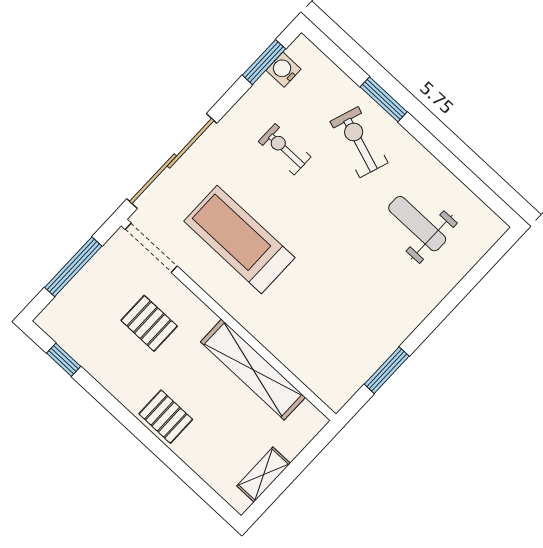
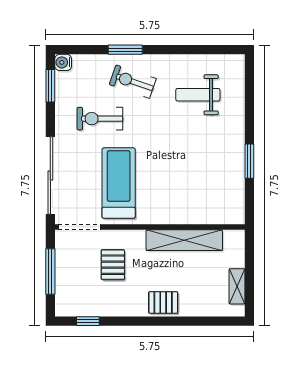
water cooler: (283, 70) -> (63, 62), moved
exercise bike: (285, 149) -> (100, 119), width x1.38, depth x1.39
treadmill: (239, 239) -> (119, 183), turned 90
pallet: (149, 323) -> (113, 265), turned 90
window: (387, 370) -> (249, 161), moved

